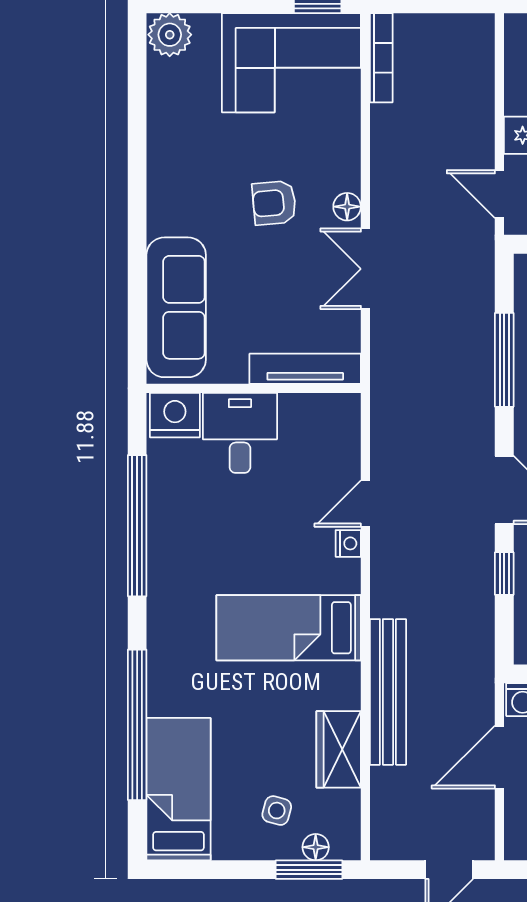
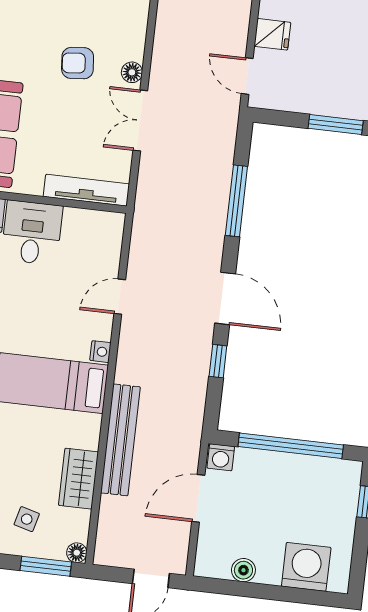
nightstand: (348, 543) -> (100, 352), moved
floor lamp: (316, 847) -> (77, 553), moved

